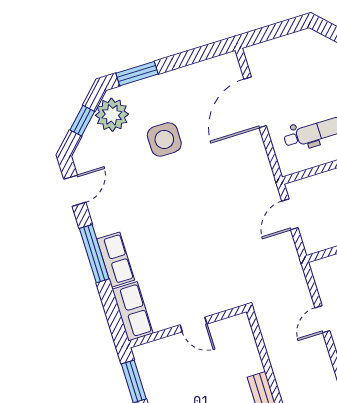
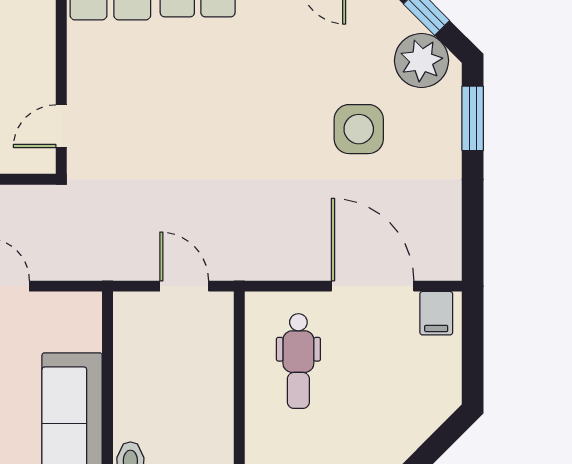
filing cabinet: (260, 59) -> (436, 313), added
door: (194, 324) -> (61, 126), moved

